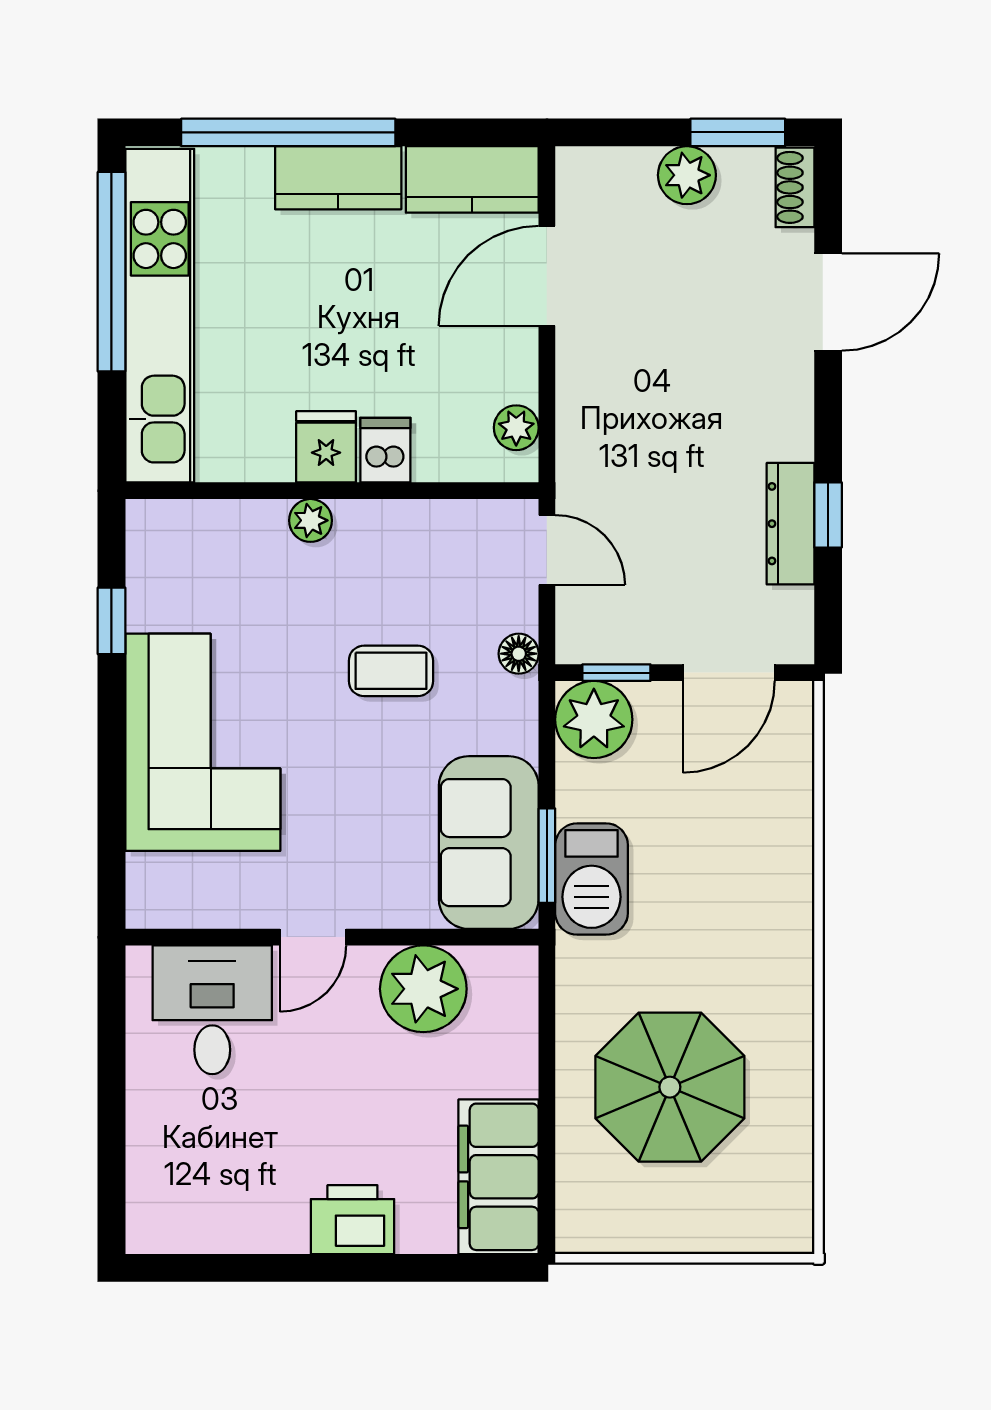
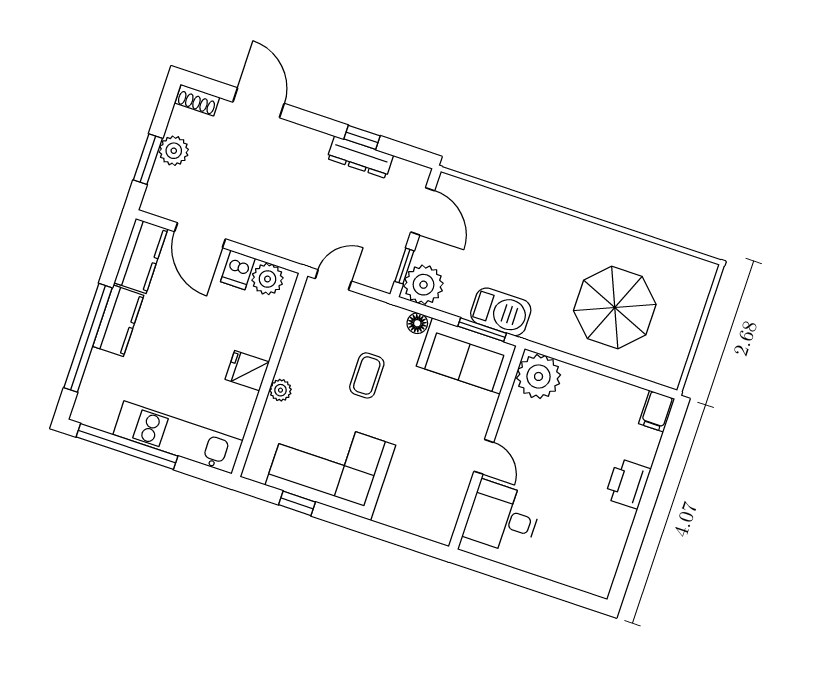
window: (738, 132) -> (148, 159), moved
kitchen unit: (160, 316) -> (178, 437), width x0.73
plant: (516, 428) -> (267, 279), width x1.38, depth x1.38
dishwasher: (385, 450) -> (238, 270), moved, turned -90
floor lamp: (519, 654) -> (417, 323), moved
corner sofa: (203, 742) -> (330, 465), moved
plant: (423, 989) -> (539, 376), moved
filing cabinet: (499, 1177) -> (657, 411), width x0.33, depth x0.86

